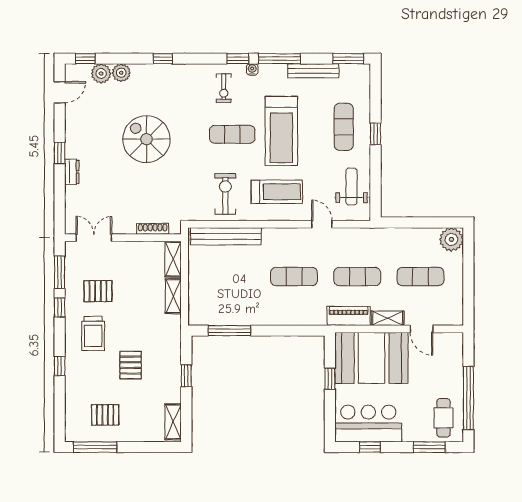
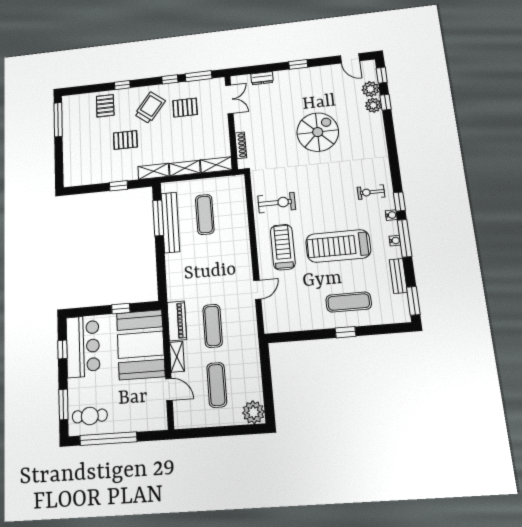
window: (163, 59) -> (385, 102), moved
water cooler: (281, 69) -> (395, 241), added
bench: (313, 71) -> (398, 276), width x0.73
exercise mat: (232, 134) -> (330, 203), removed
dresser: (72, 172) -> (262, 78), moved
weight bench: (352, 186) -> (294, 314), removed
treadmill: (277, 192) -> (283, 247), turned 180
bench: (226, 236) -> (170, 222), moved
exercise mat: (294, 277) -> (205, 214), moved
pallet: (98, 291) -> (185, 108), turned 90
door: (422, 329) -> (169, 389), swing flipped
trolley: (93, 333) -> (150, 108), turned 128
pallet: (105, 415) -> (105, 106), moved
shelving: (173, 422) -> (153, 171), moved

